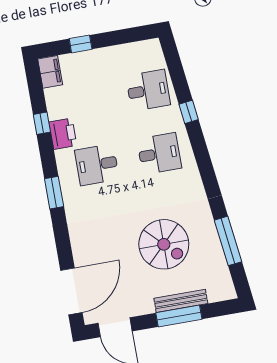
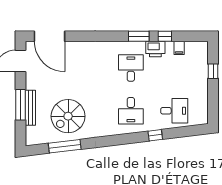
filing cabinet: (50, 72) -> (179, 48), moved, width x0.50
desk: (148, 90) -> (174, 111), turned -90
window: (54, 193) -> (139, 36), moved
spiral stairs: (164, 244) -> (68, 116), moved

